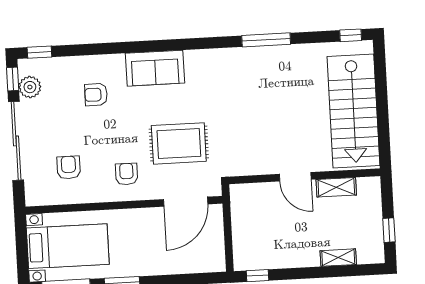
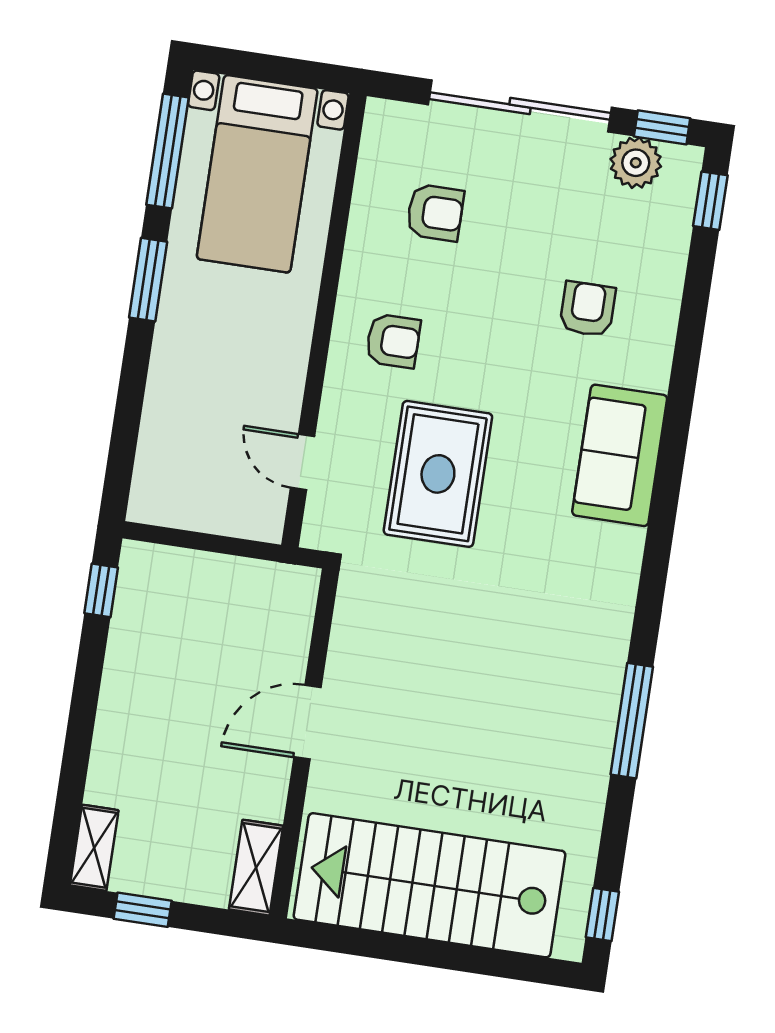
shelving: (336, 187) -> (256, 868), moved
door: (186, 202) -> (303, 462), width x0.53
shelving: (338, 258) -> (94, 848), moved

